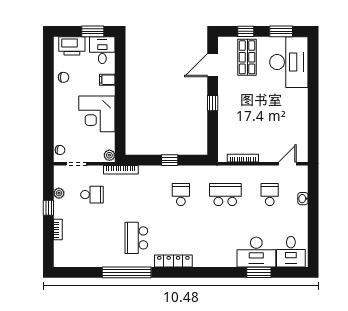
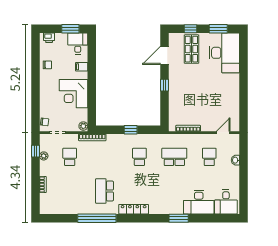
printer: (72, 46) -> (49, 38), width x0.53, depth x0.68
school desk: (92, 195) -> (70, 157), turned -90
window: (48, 208) -> (35, 151), moved
window: (259, 272) -> (179, 218), moved

